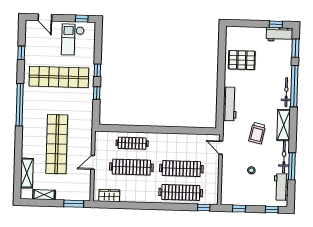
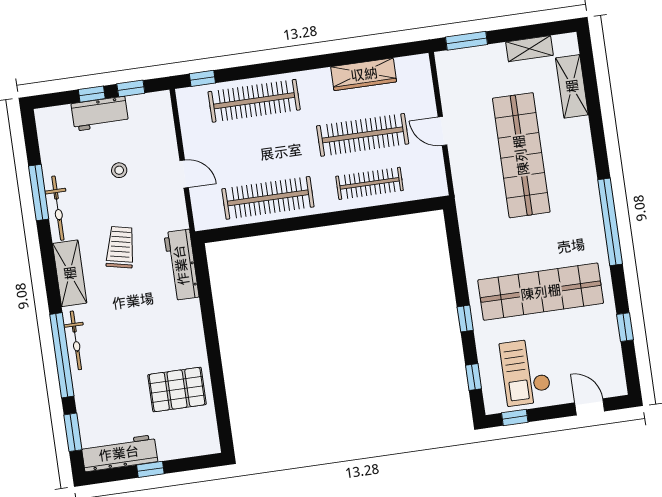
window: (276, 24) -> (150, 469), moved
workbench: (280, 34) -> (119, 453), width x1.38
checkout: (73, 40) -> (526, 372), turned 180
window: (97, 93) -> (474, 377), moved
workbench: (230, 104) -> (181, 265), moved
door: (221, 148) -> (184, 174), moved
door: (93, 162) -> (442, 131), swing flipped
clothes rail: (181, 169) -> (268, 198), moved
workbench: (281, 187) -> (100, 114), moved, turned 90
wardrobe: (109, 196) -> (364, 74), moved, width x1.50
window: (272, 210) -> (92, 94), moved

